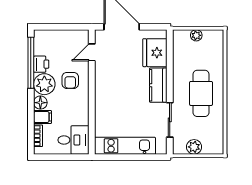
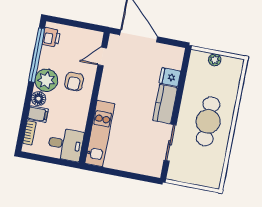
fridge: (155, 53) -> (170, 77), width x0.53, depth x0.75
printer: (41, 64) -> (51, 37), moved
kitchen unit: (125, 146) -> (100, 134), moved, turned 90
plant: (194, 147) -> (190, 176), removed

